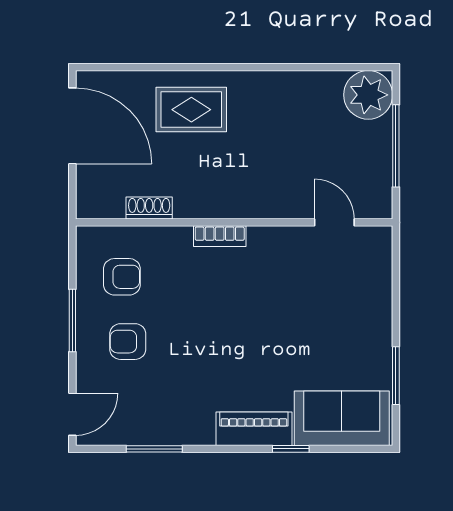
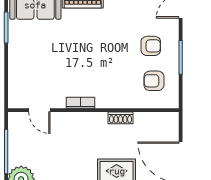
shoe rack: (149, 208) -> (121, 118), moved
bookcase: (220, 236) -> (81, 103), moved

